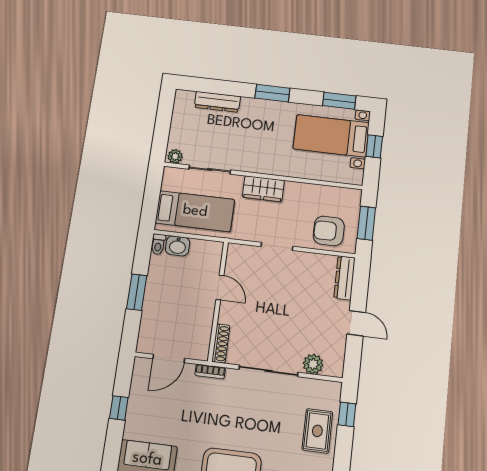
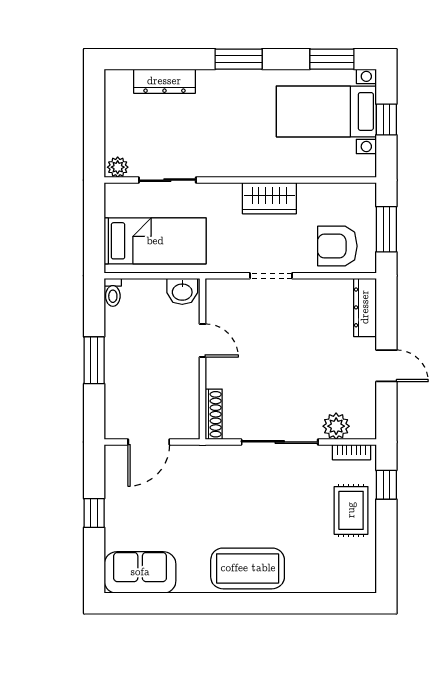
wardrobe: (263, 189) -> (269, 198), moved
washbasin: (178, 246) -> (182, 291), moved
bookcase: (210, 371) -> (351, 452), moved

